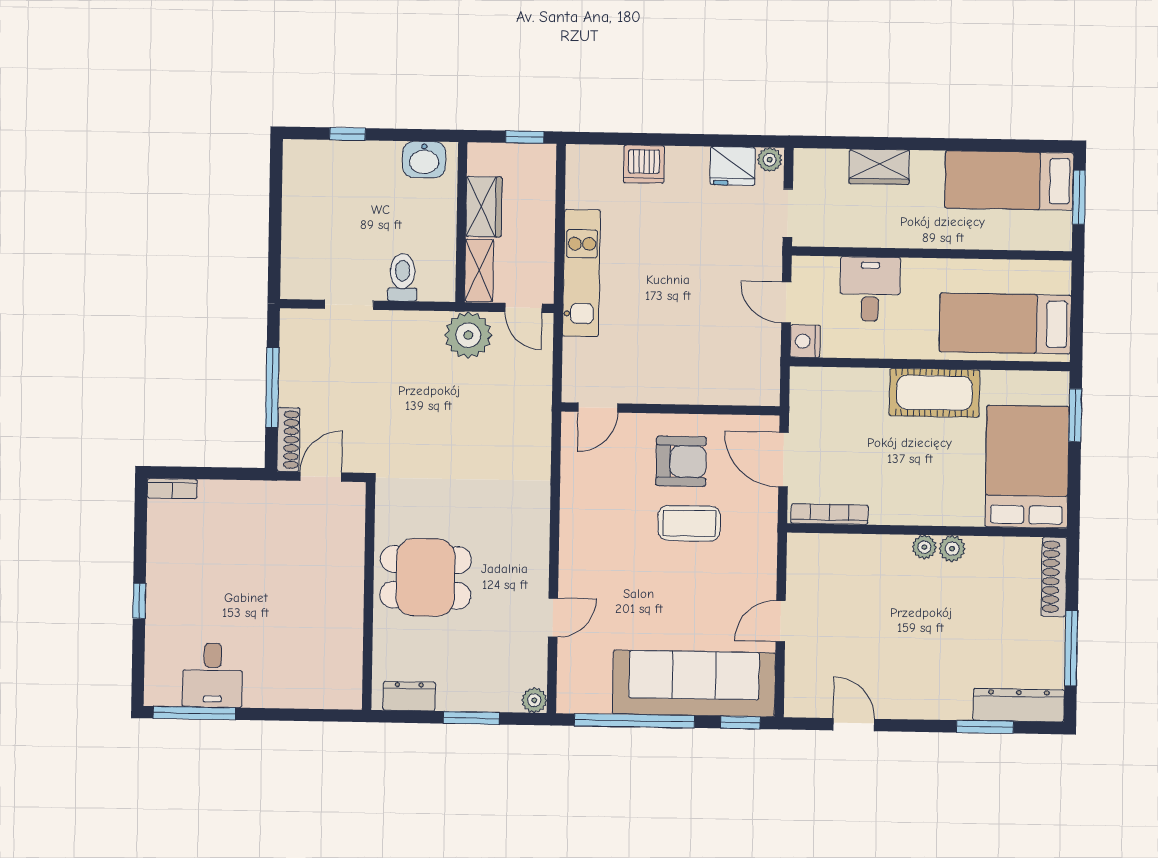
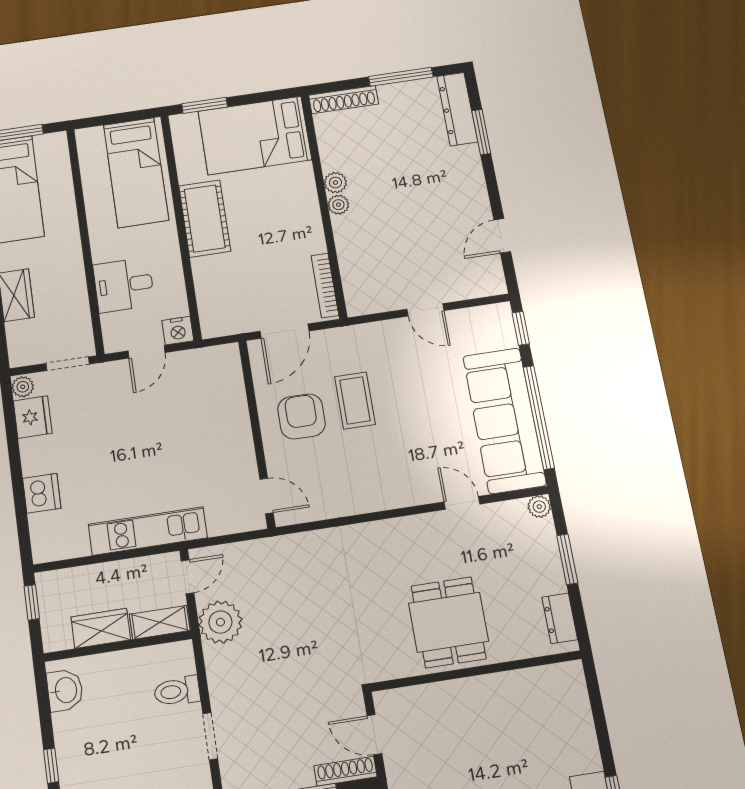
sofa: (694, 683) -> (504, 420), moved

